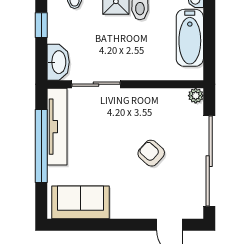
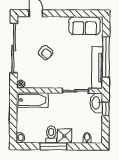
window: (41, 25) -> (106, 109), moved
bathtub: (190, 38) -> (32, 100), moved, turned 90

